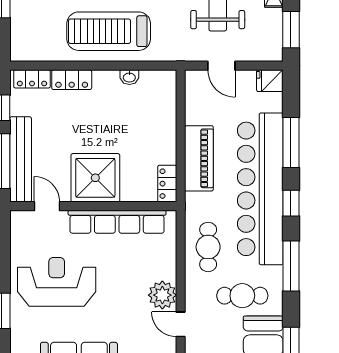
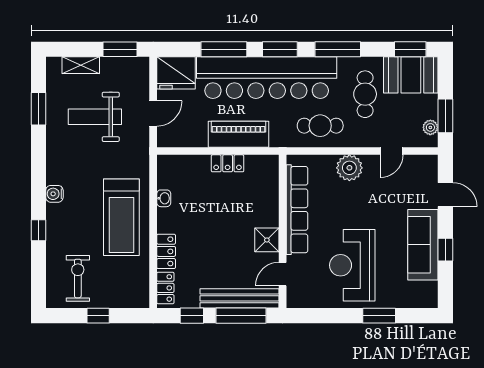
fridge: (270, 81) -> (176, 73), width x1.88, depth x1.34
shower: (95, 178) -> (267, 240), width x0.54, depth x0.54
locker: (167, 184) -> (228, 163), moved
window: (291, 203) -> (280, 49), width x1.50
plant: (162, 295) -> (349, 168), moved

